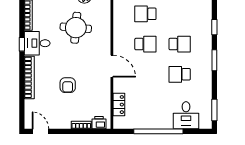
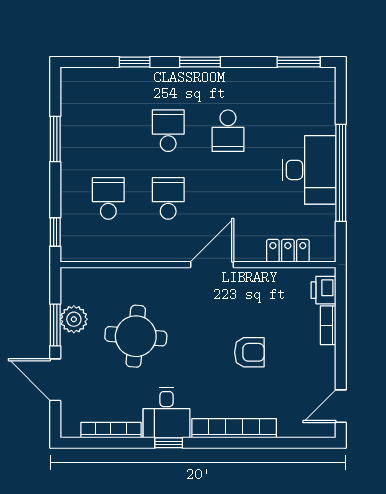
school desk: (145, 14) -> (108, 198), turned 180
desk: (186, 115) -> (309, 170), moved, width x1.37

